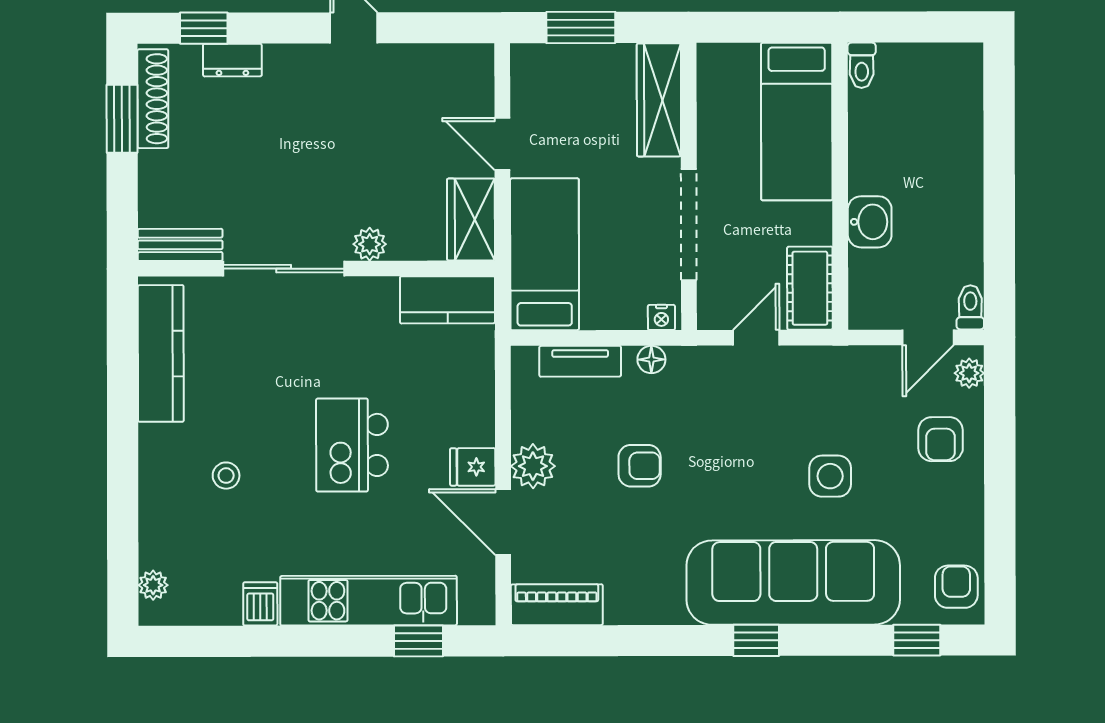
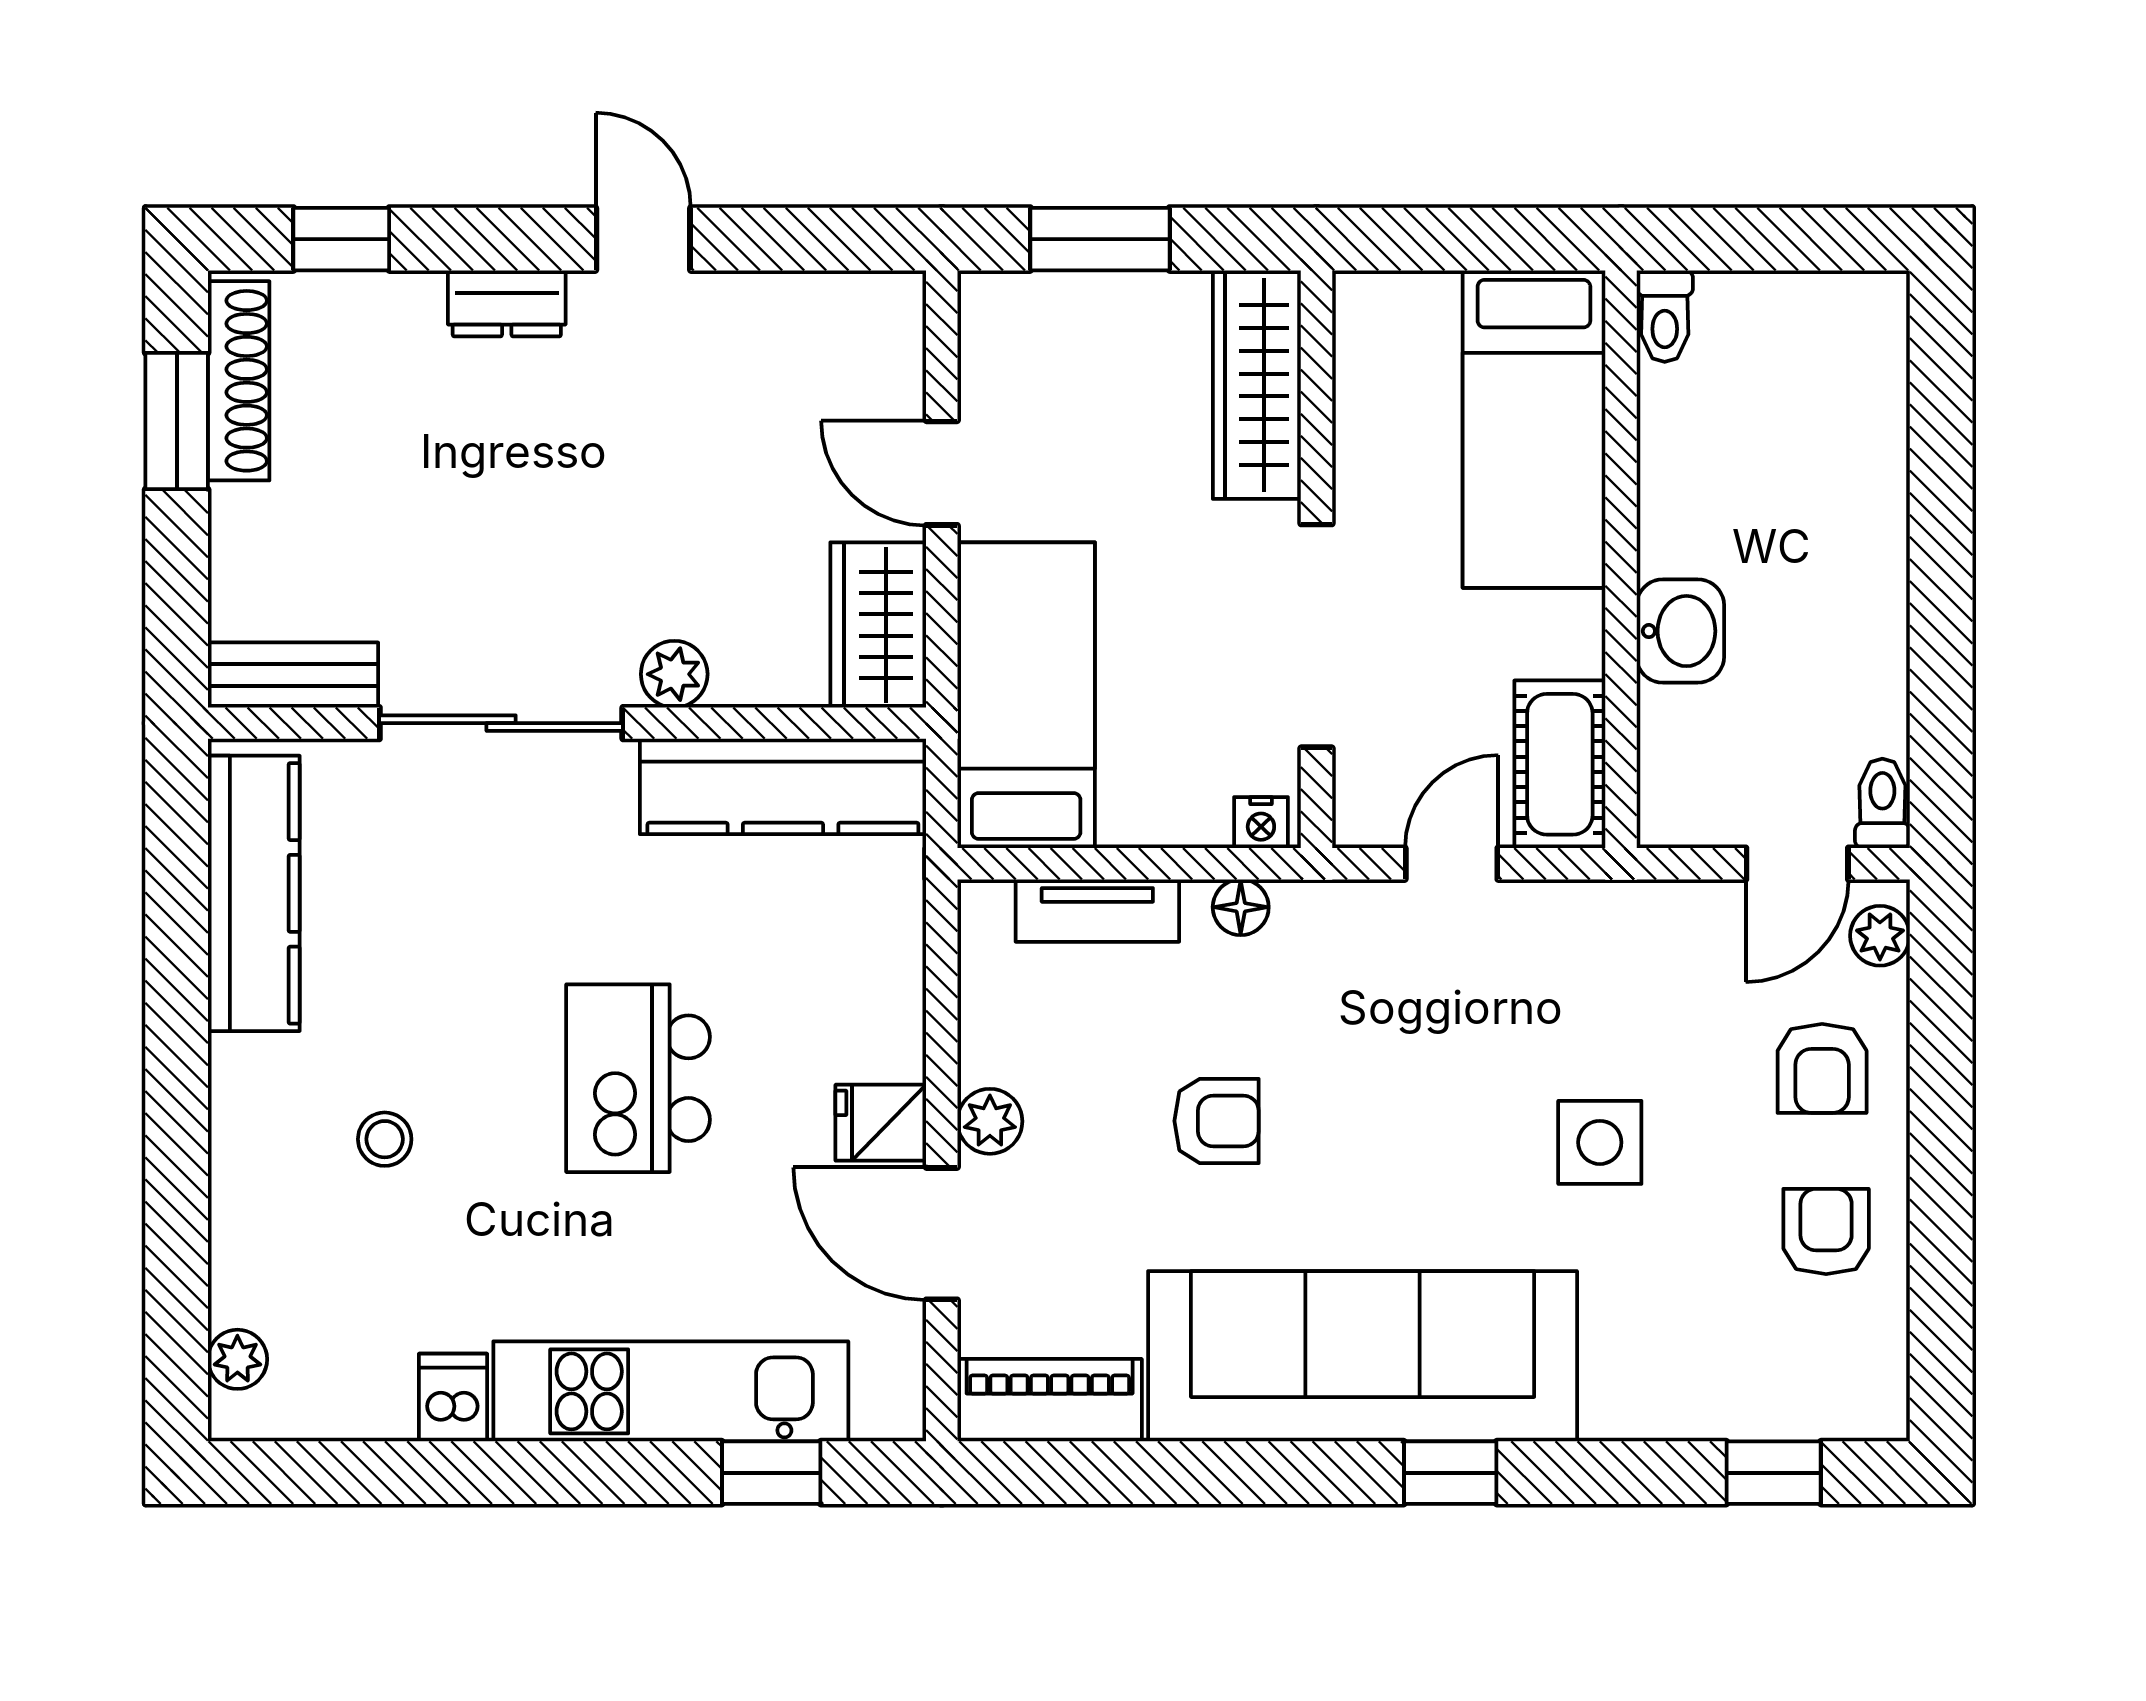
dresser: (232, 60) -> (507, 303), moved
kitchen counter: (447, 300) -> (783, 786), width x1.50
plant: (533, 466) -> (990, 1121), width x0.73, depth x0.73
sofa: (793, 582) -> (1363, 1356), moved
armchair: (956, 587) -> (1826, 1232), moved

